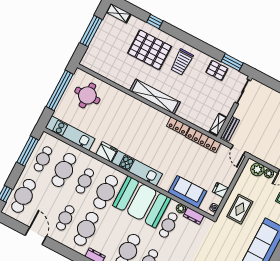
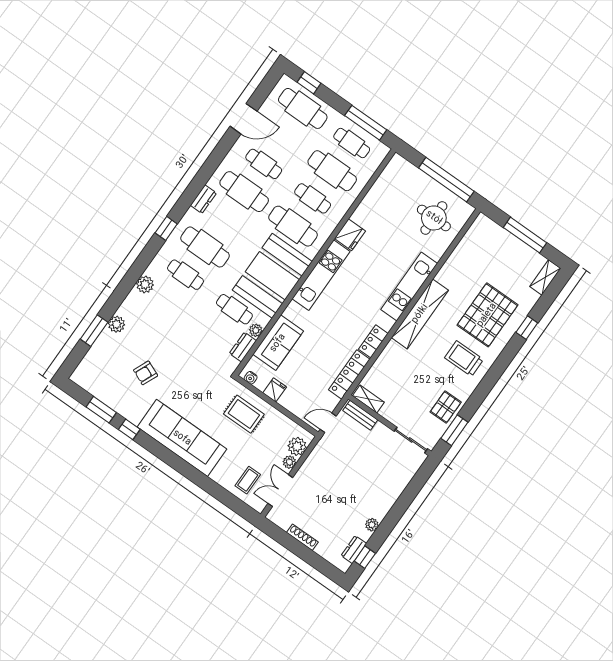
kitchen unit: (70, 133) -> (409, 287), moved, turned 180

